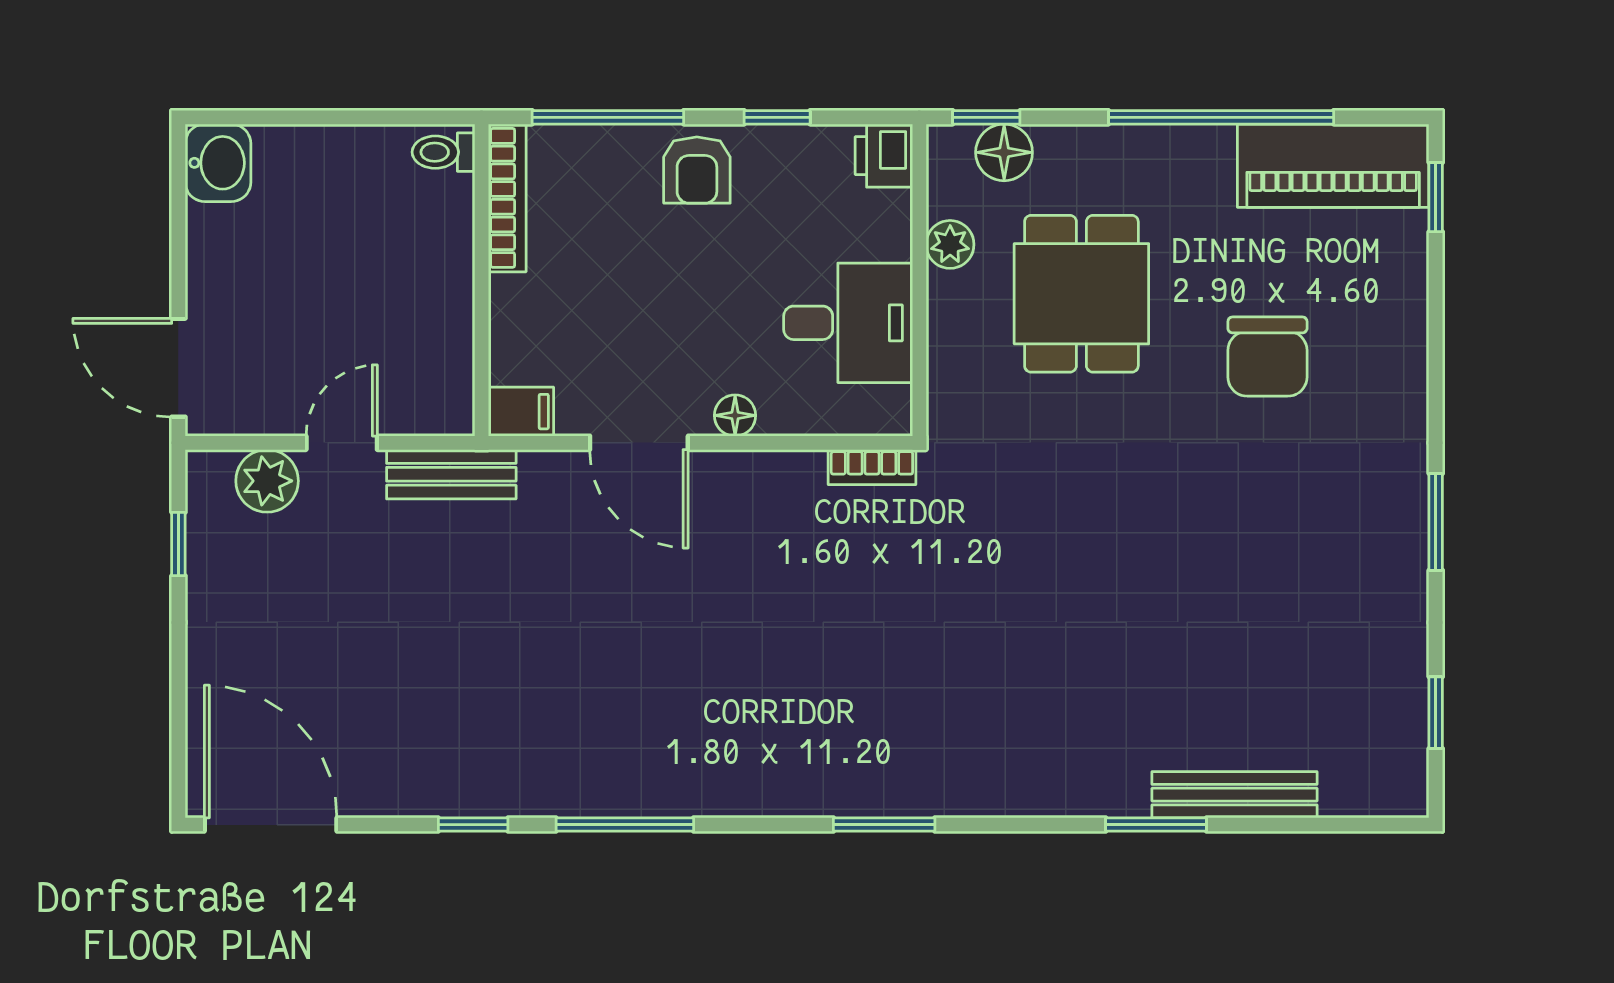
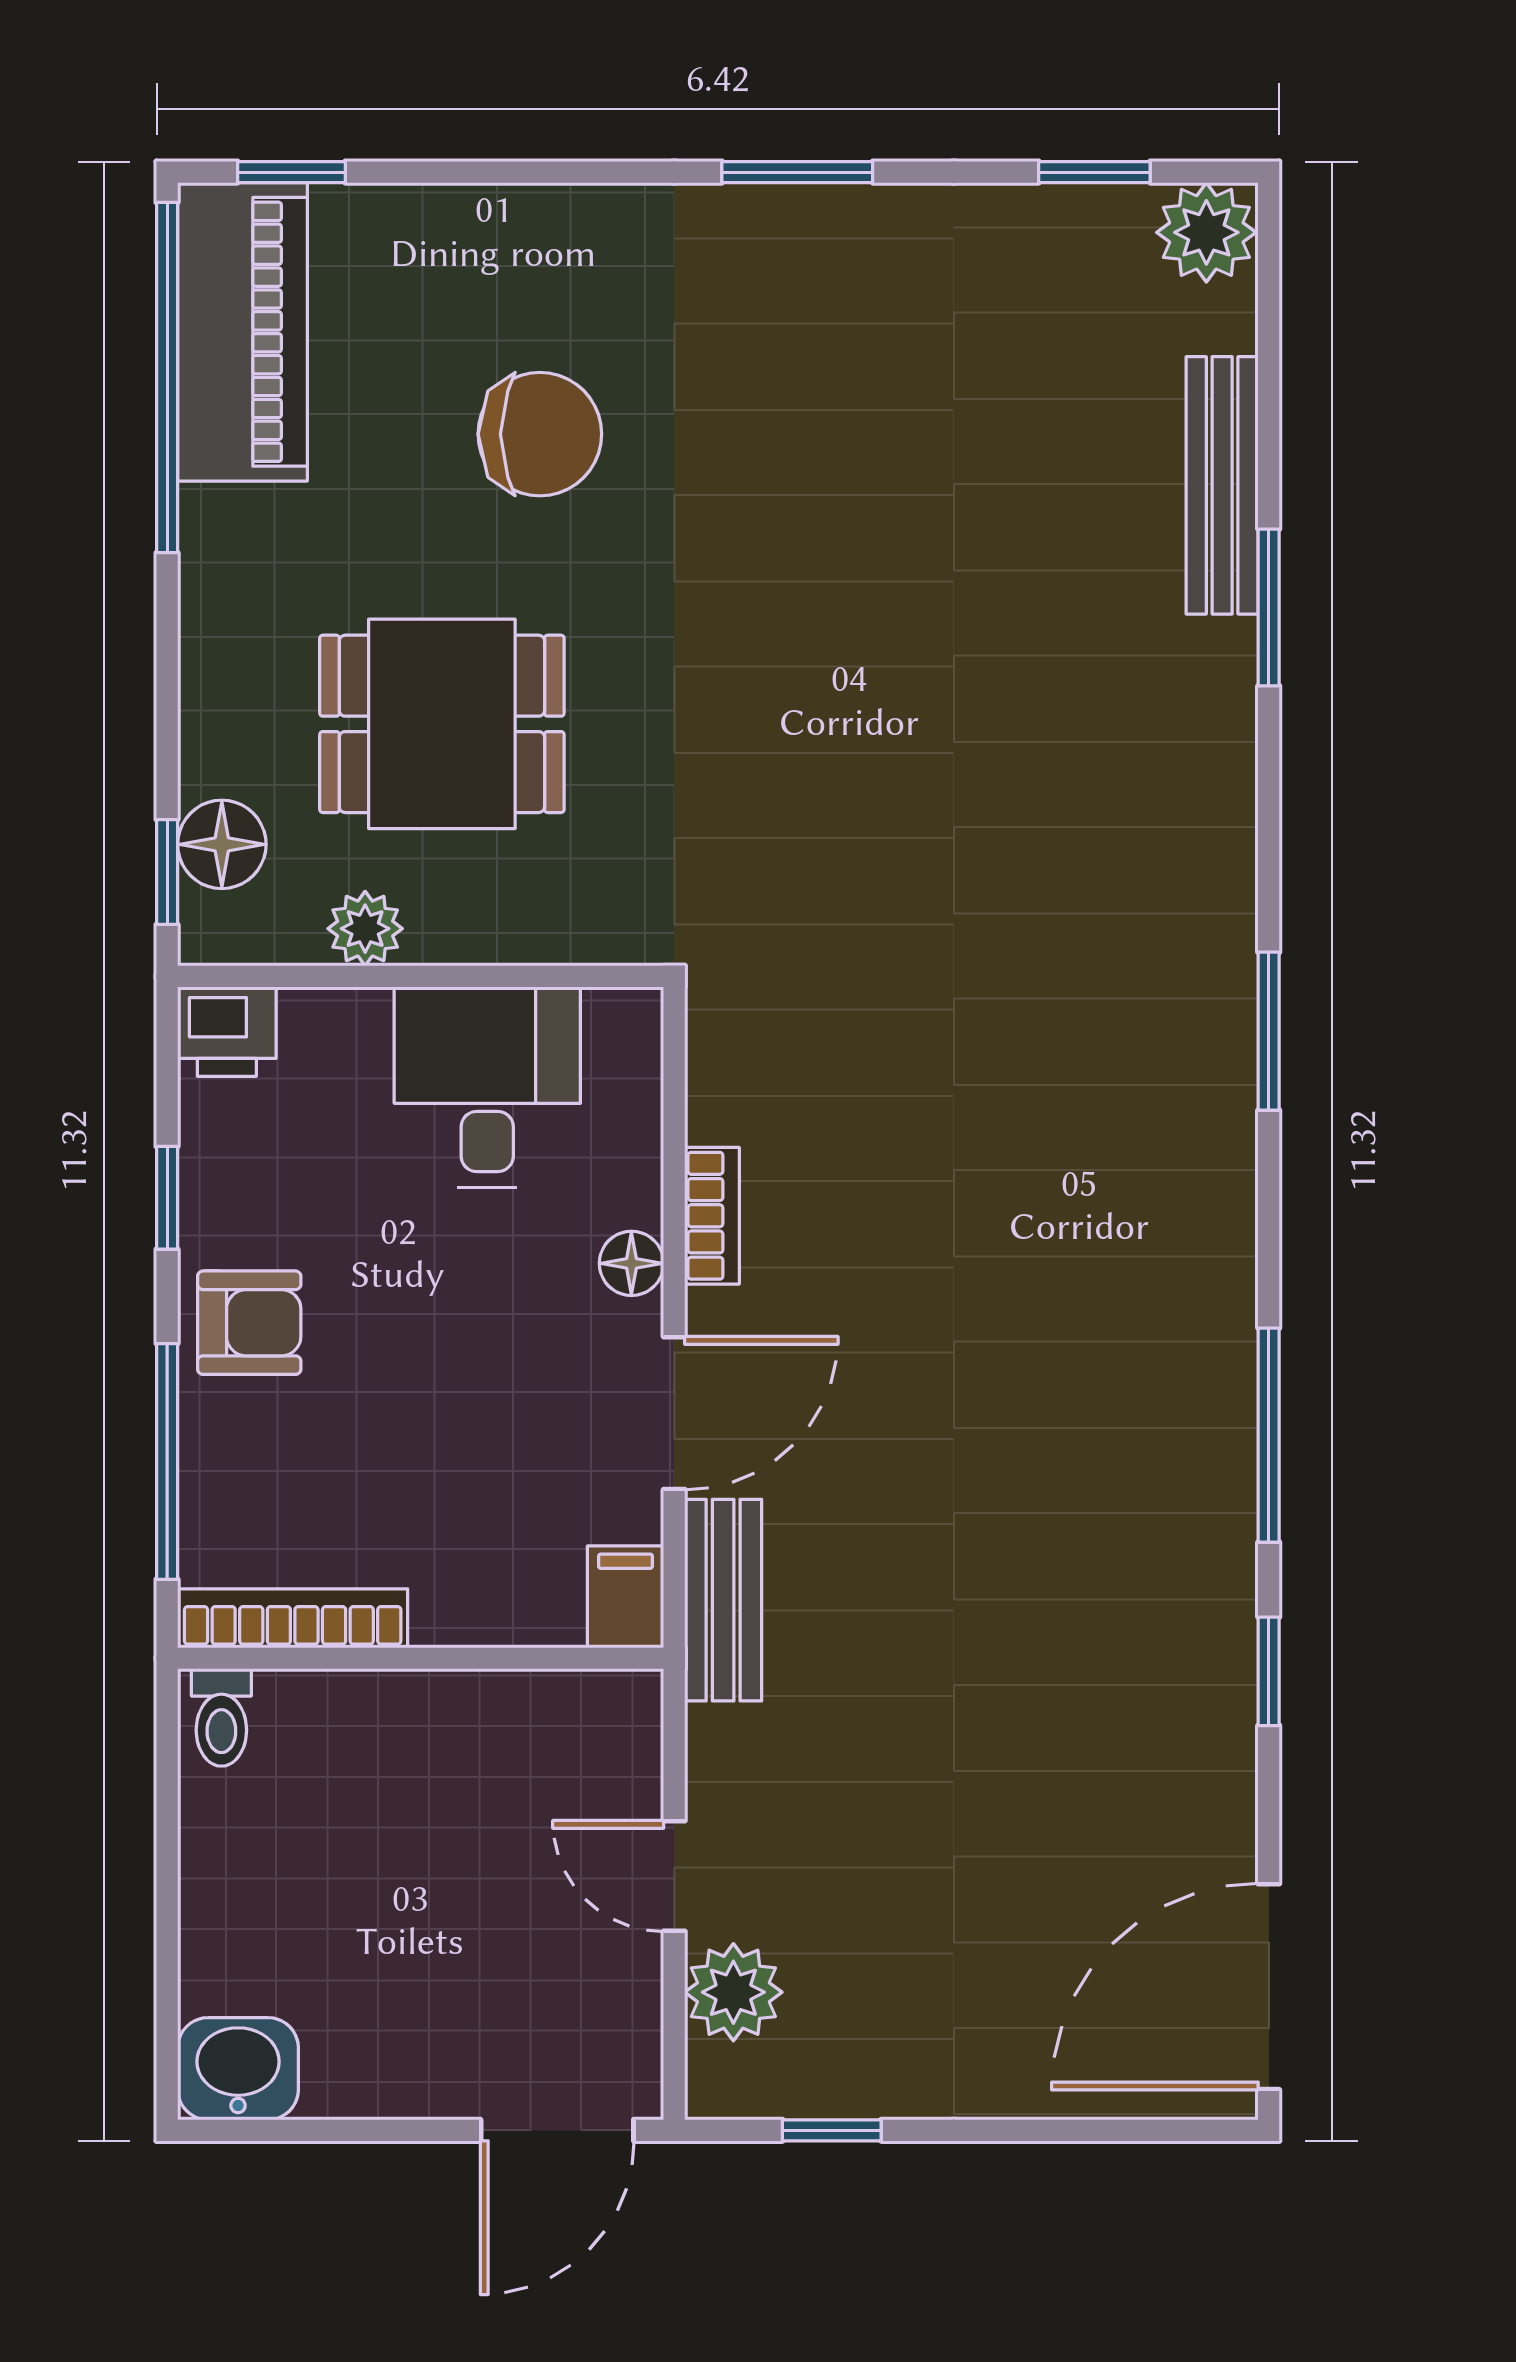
window: (1221, 117) -> (167, 378), moved
bookcase: (872, 467) -> (712, 1216), moved
bench: (451, 474) -> (723, 1600), moved
plant: (1397, 785) -> (1206, 232), added

